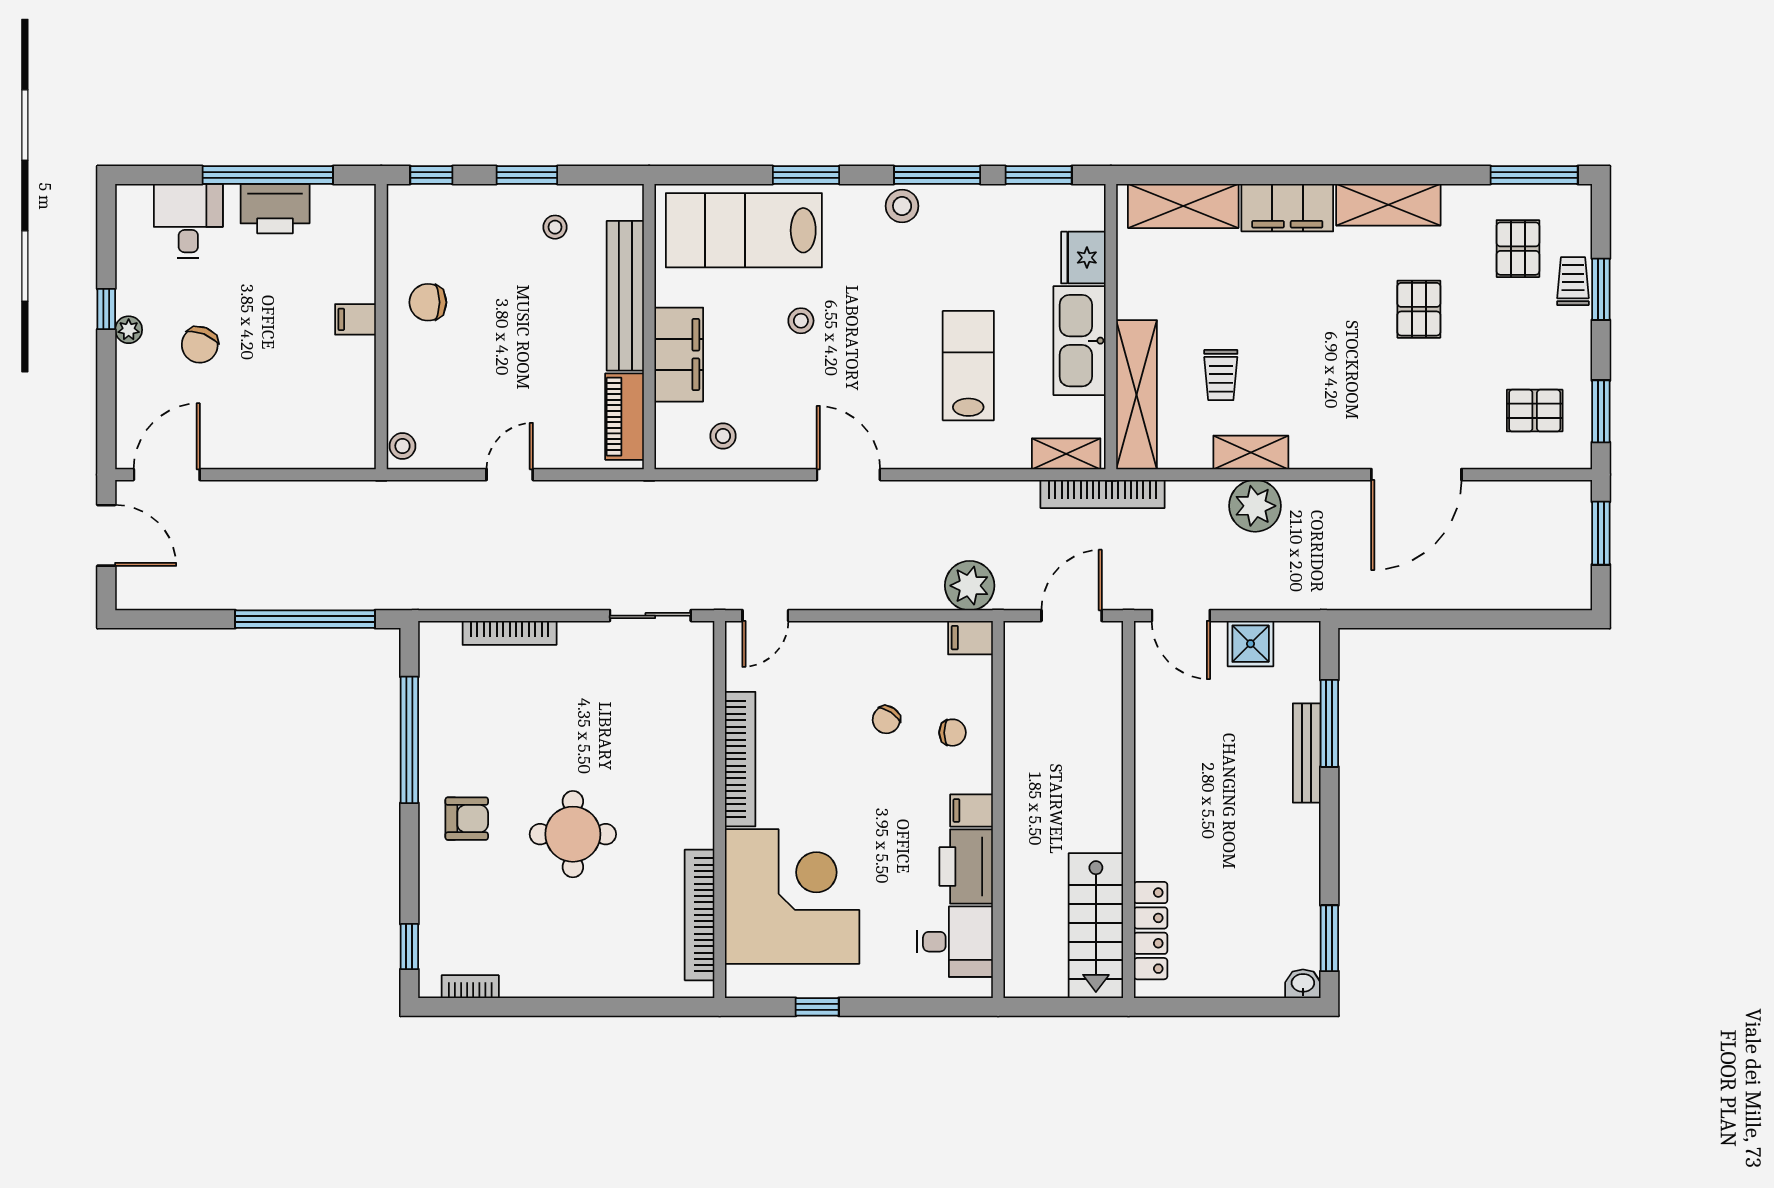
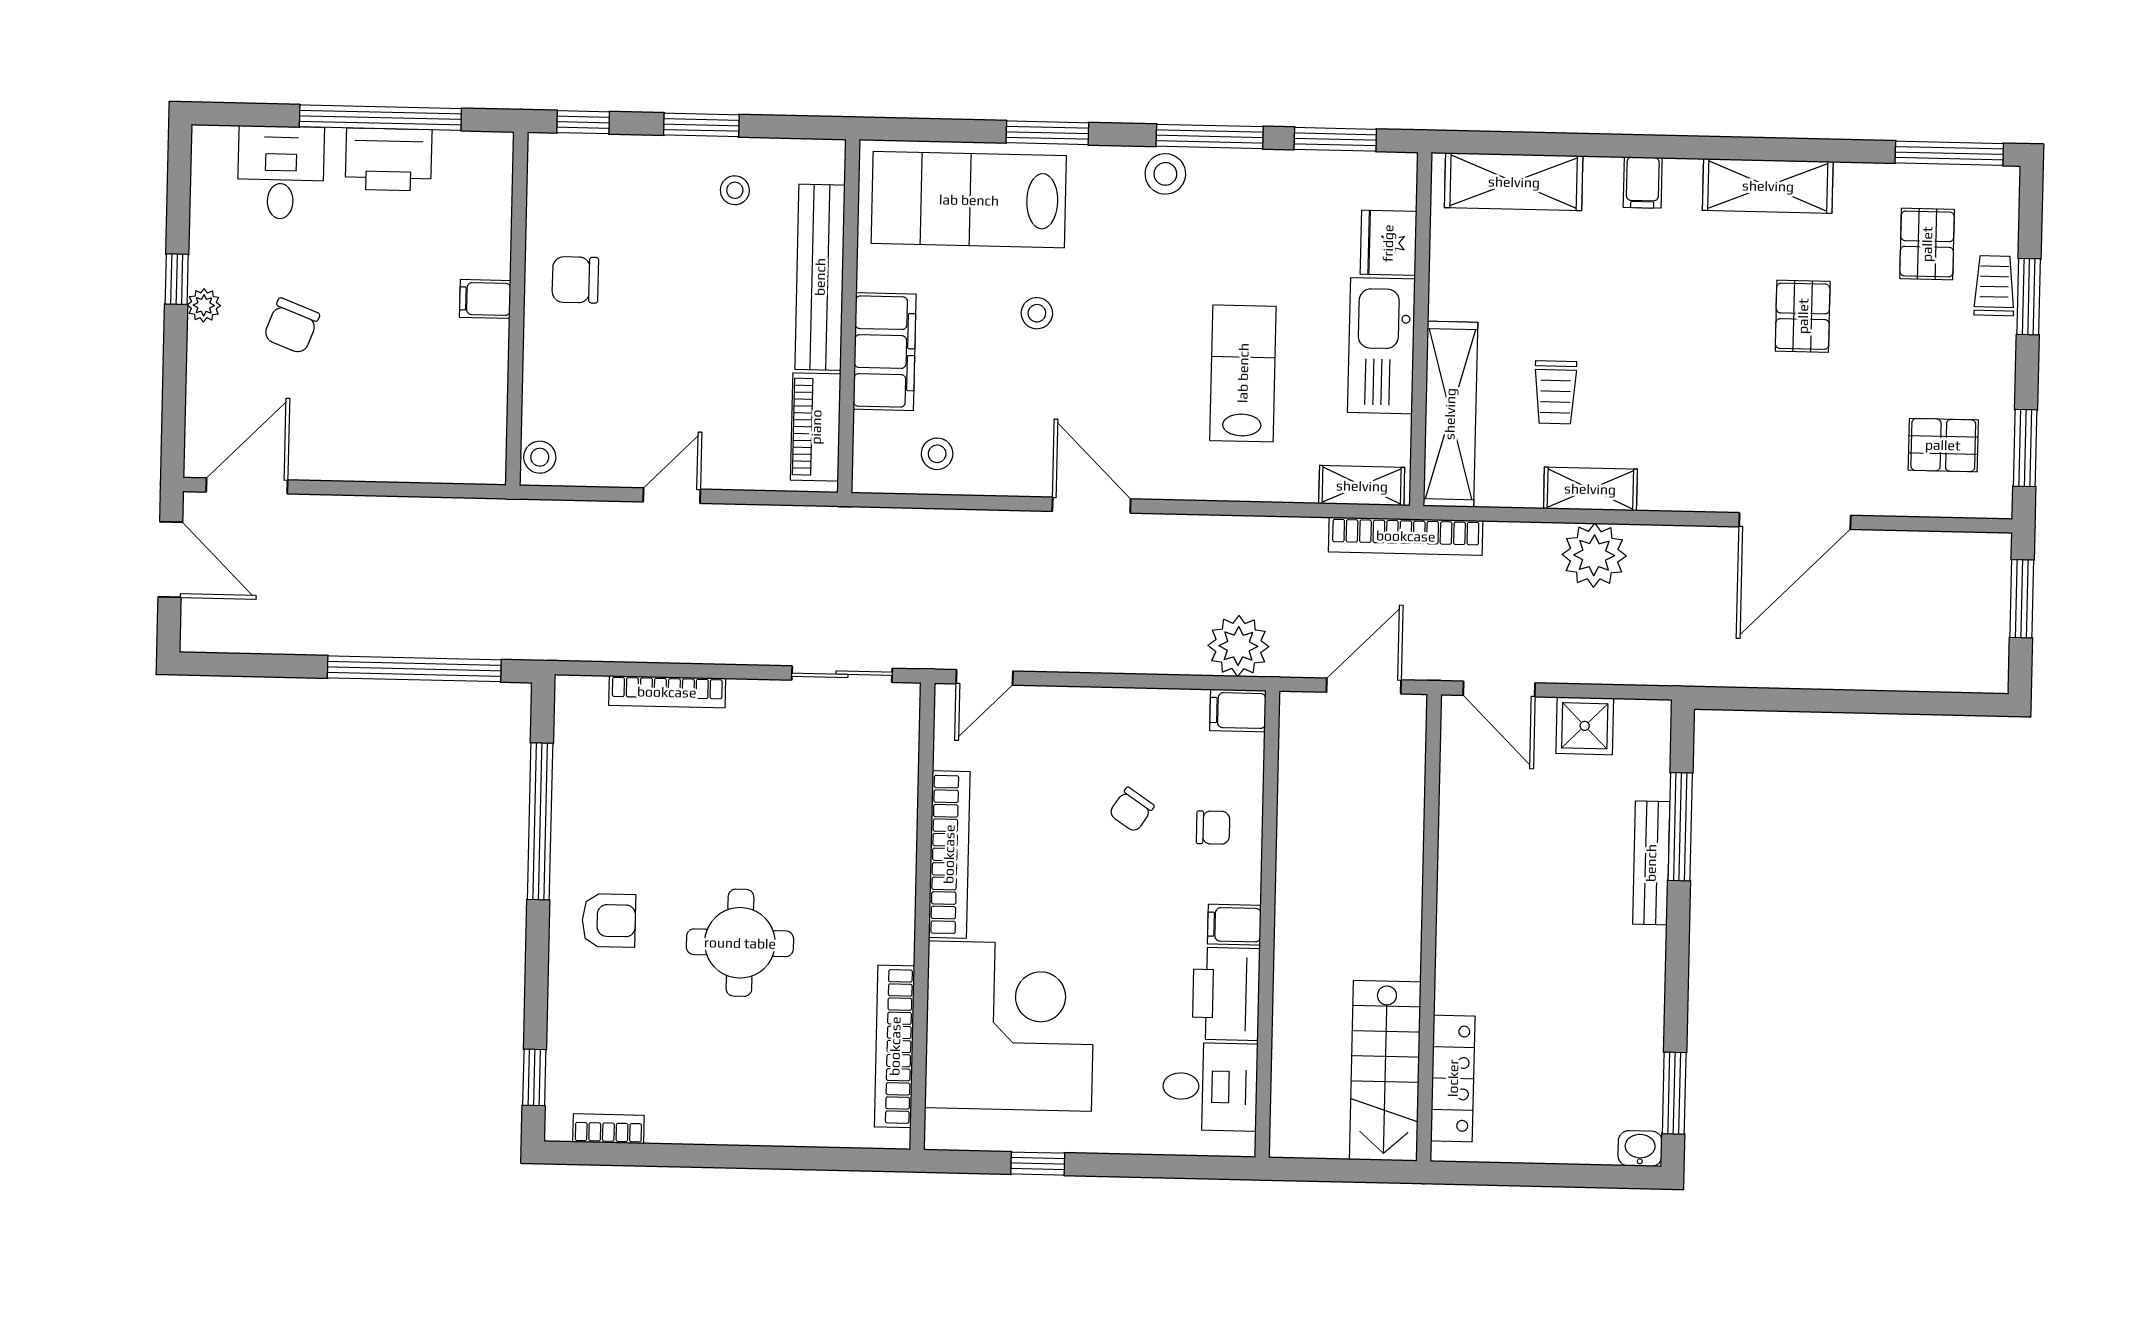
filing cabinet: (1287, 208) -> (1643, 182), width x0.33, depth x0.86

